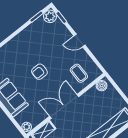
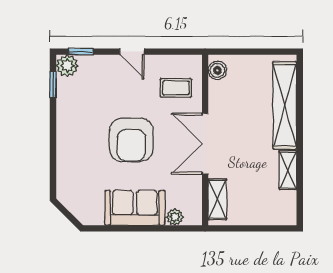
door: (80, 40) -> (132, 52), hinge flipped
armchair: (39, 72) -> (131, 140), width x1.88, depth x1.88
plant: (27, 127) -> (175, 217), moved

